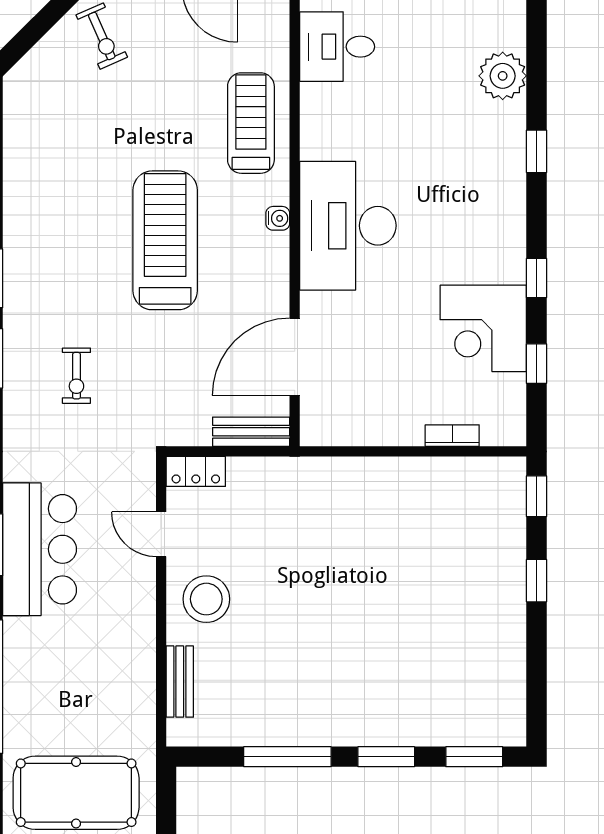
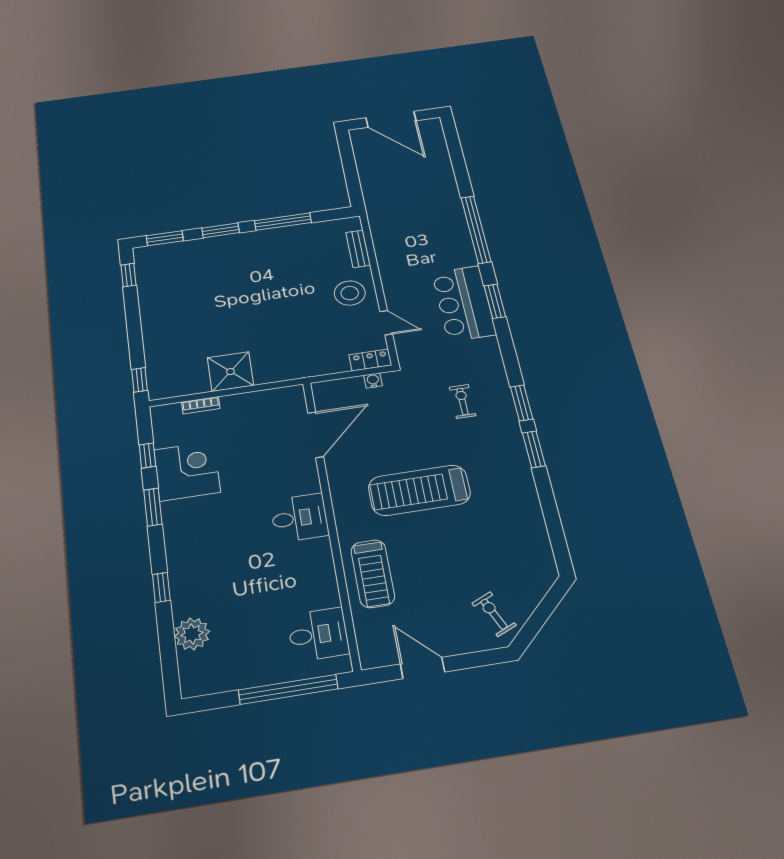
water cooler: (278, 218) -> (373, 381), moved, turned 90
desk: (348, 226) -> (299, 518), width x0.53, depth x0.77
treadmill: (165, 240) -> (419, 490), turned 90
window: (536, 278) -> (153, 507), width x1.50
bench: (251, 432) -> (338, 387), removed
shower: (402, 487) -> (230, 372), added
window: (536, 581) -> (128, 275), moved
pool table: (76, 793) -> (411, 186), removed

